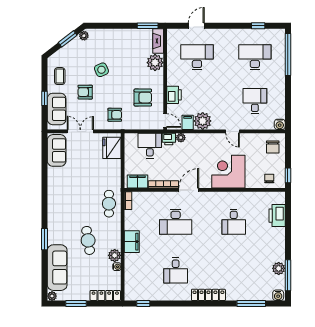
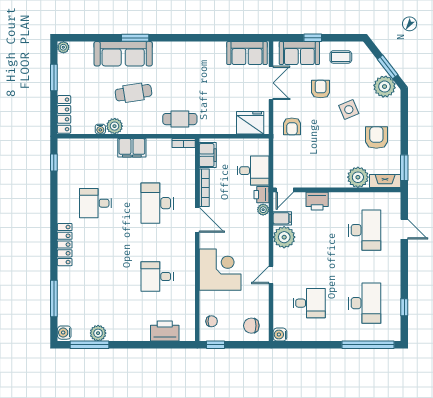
plant: (84, 36) -> (385, 87), width x1.87, depth x1.87
armchair: (143, 98) -> (376, 138), moved, turned 180
sofa: (57, 268) -> (123, 54), moved

